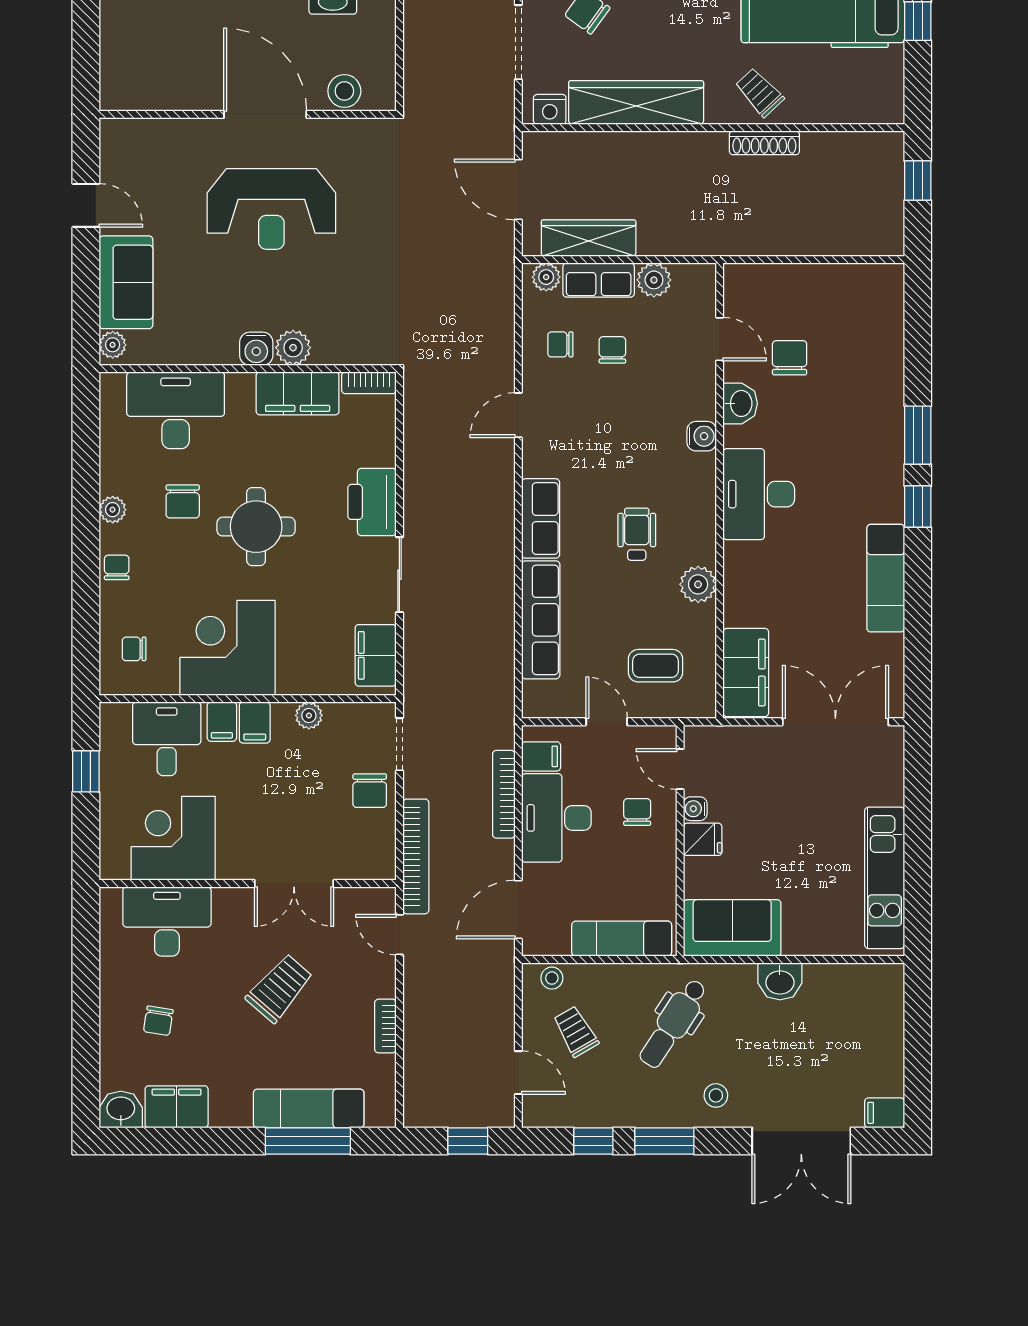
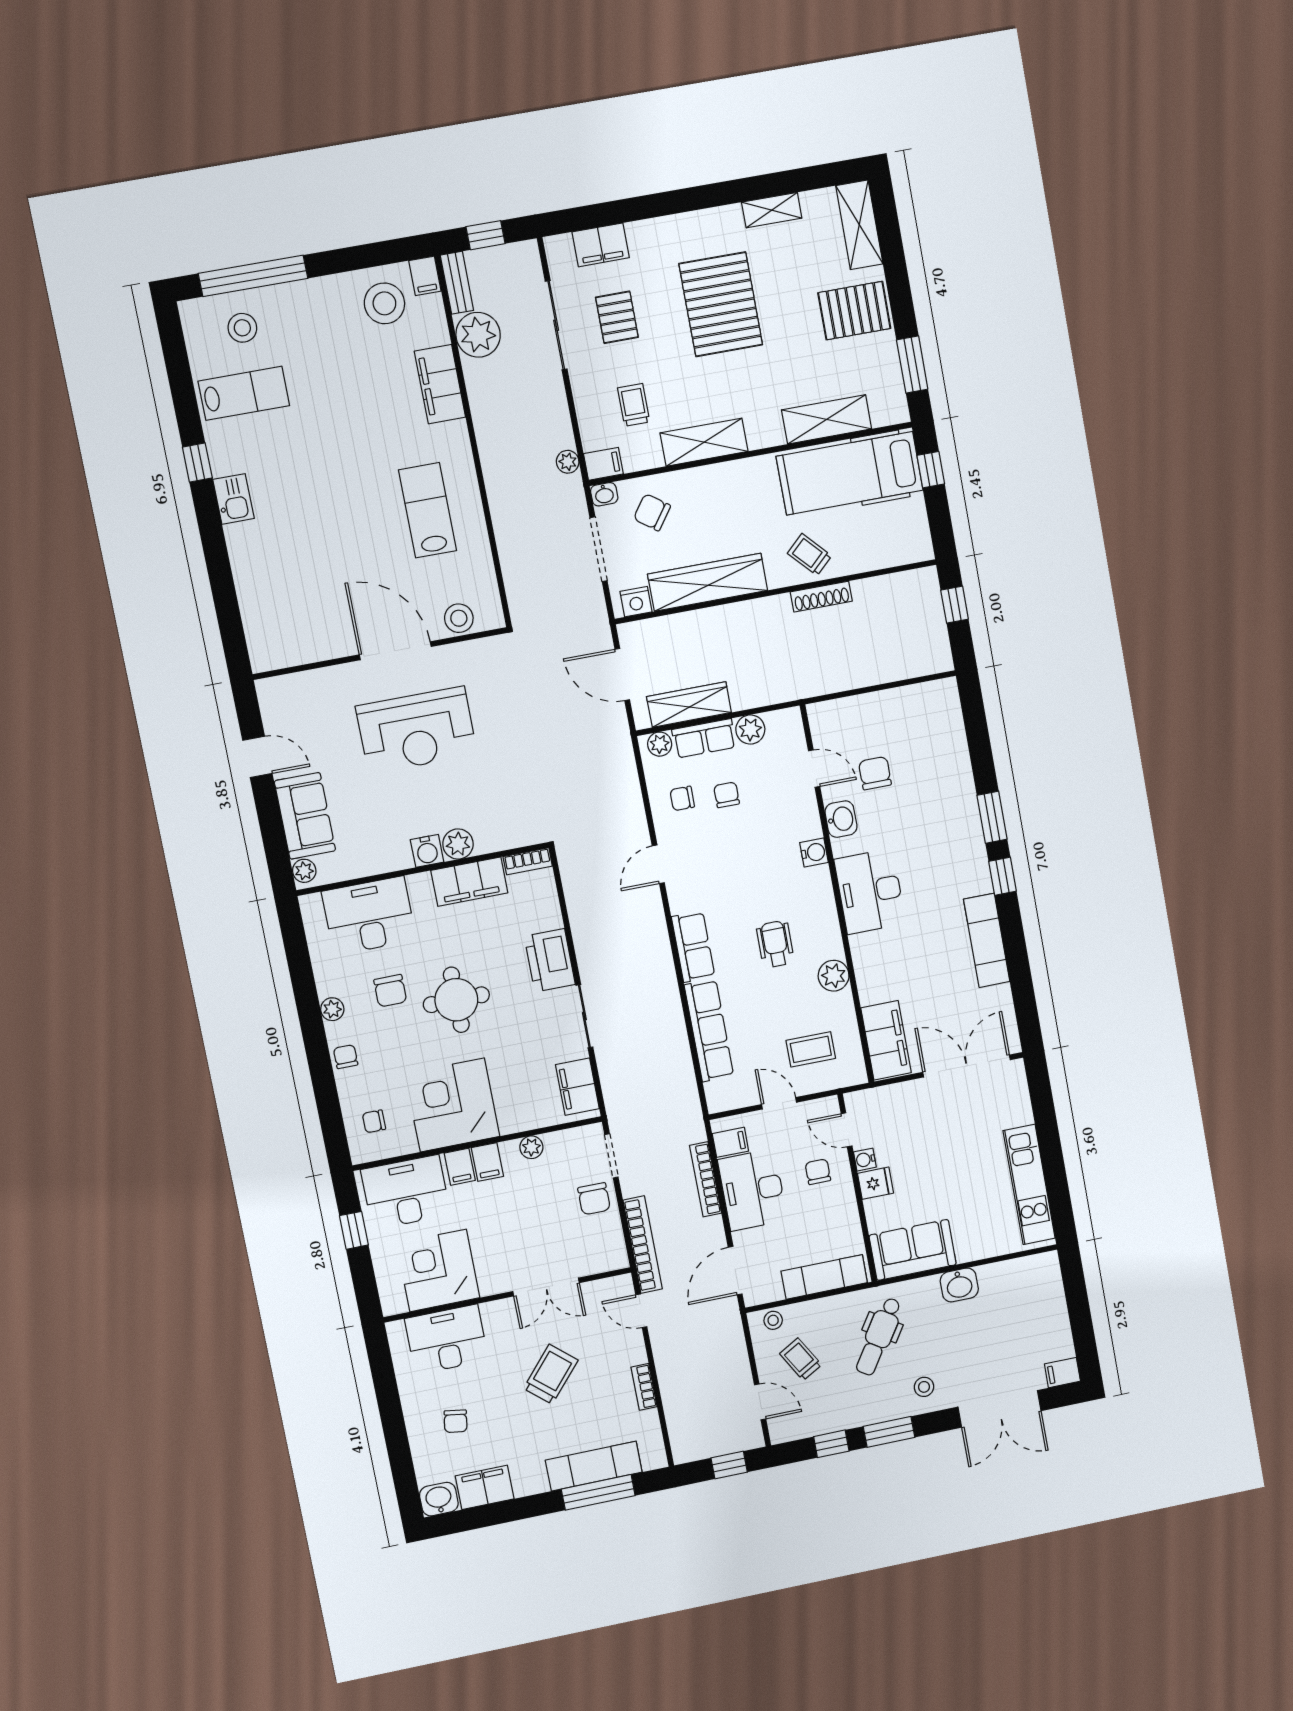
desk: (167, 739) -> (406, 1192), width x1.37

